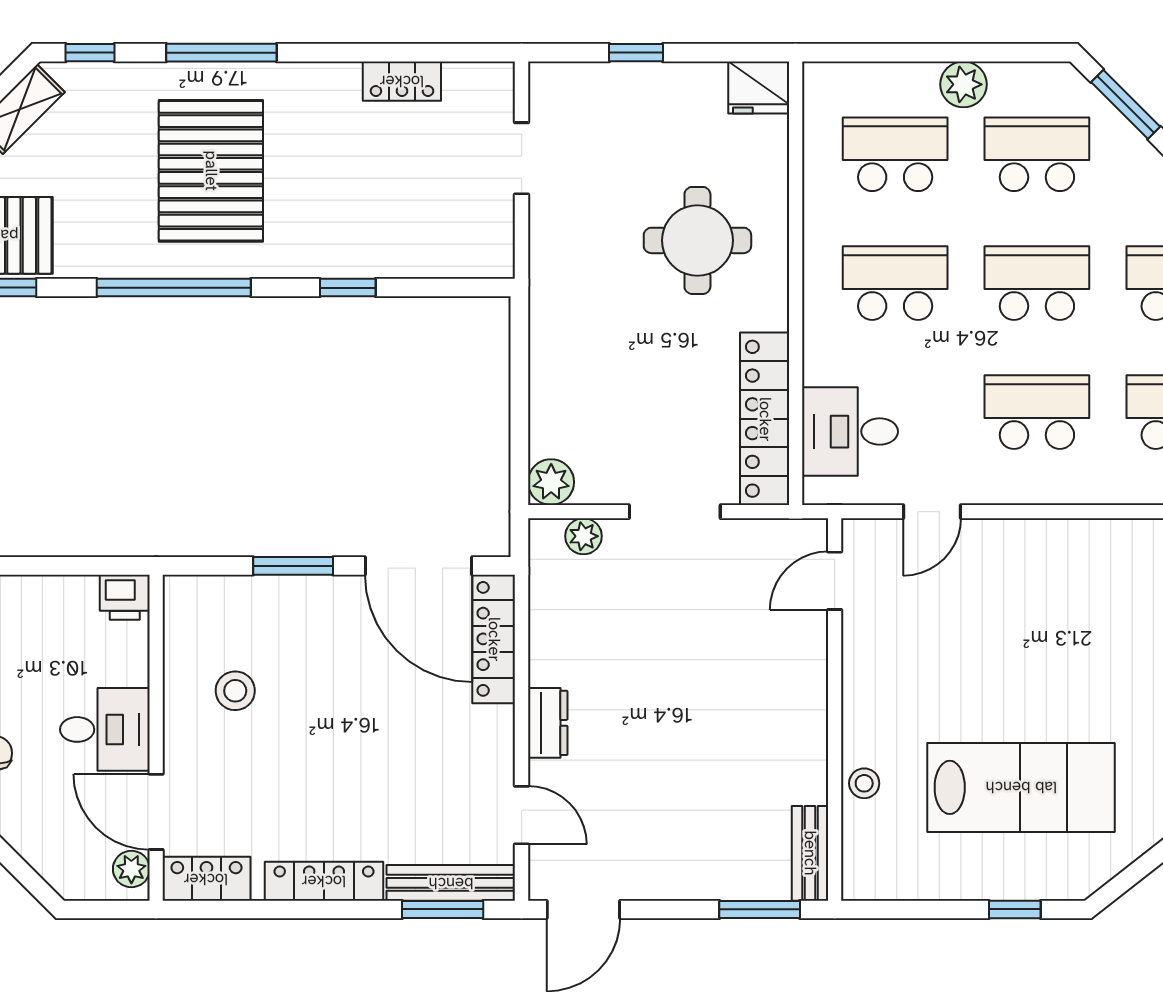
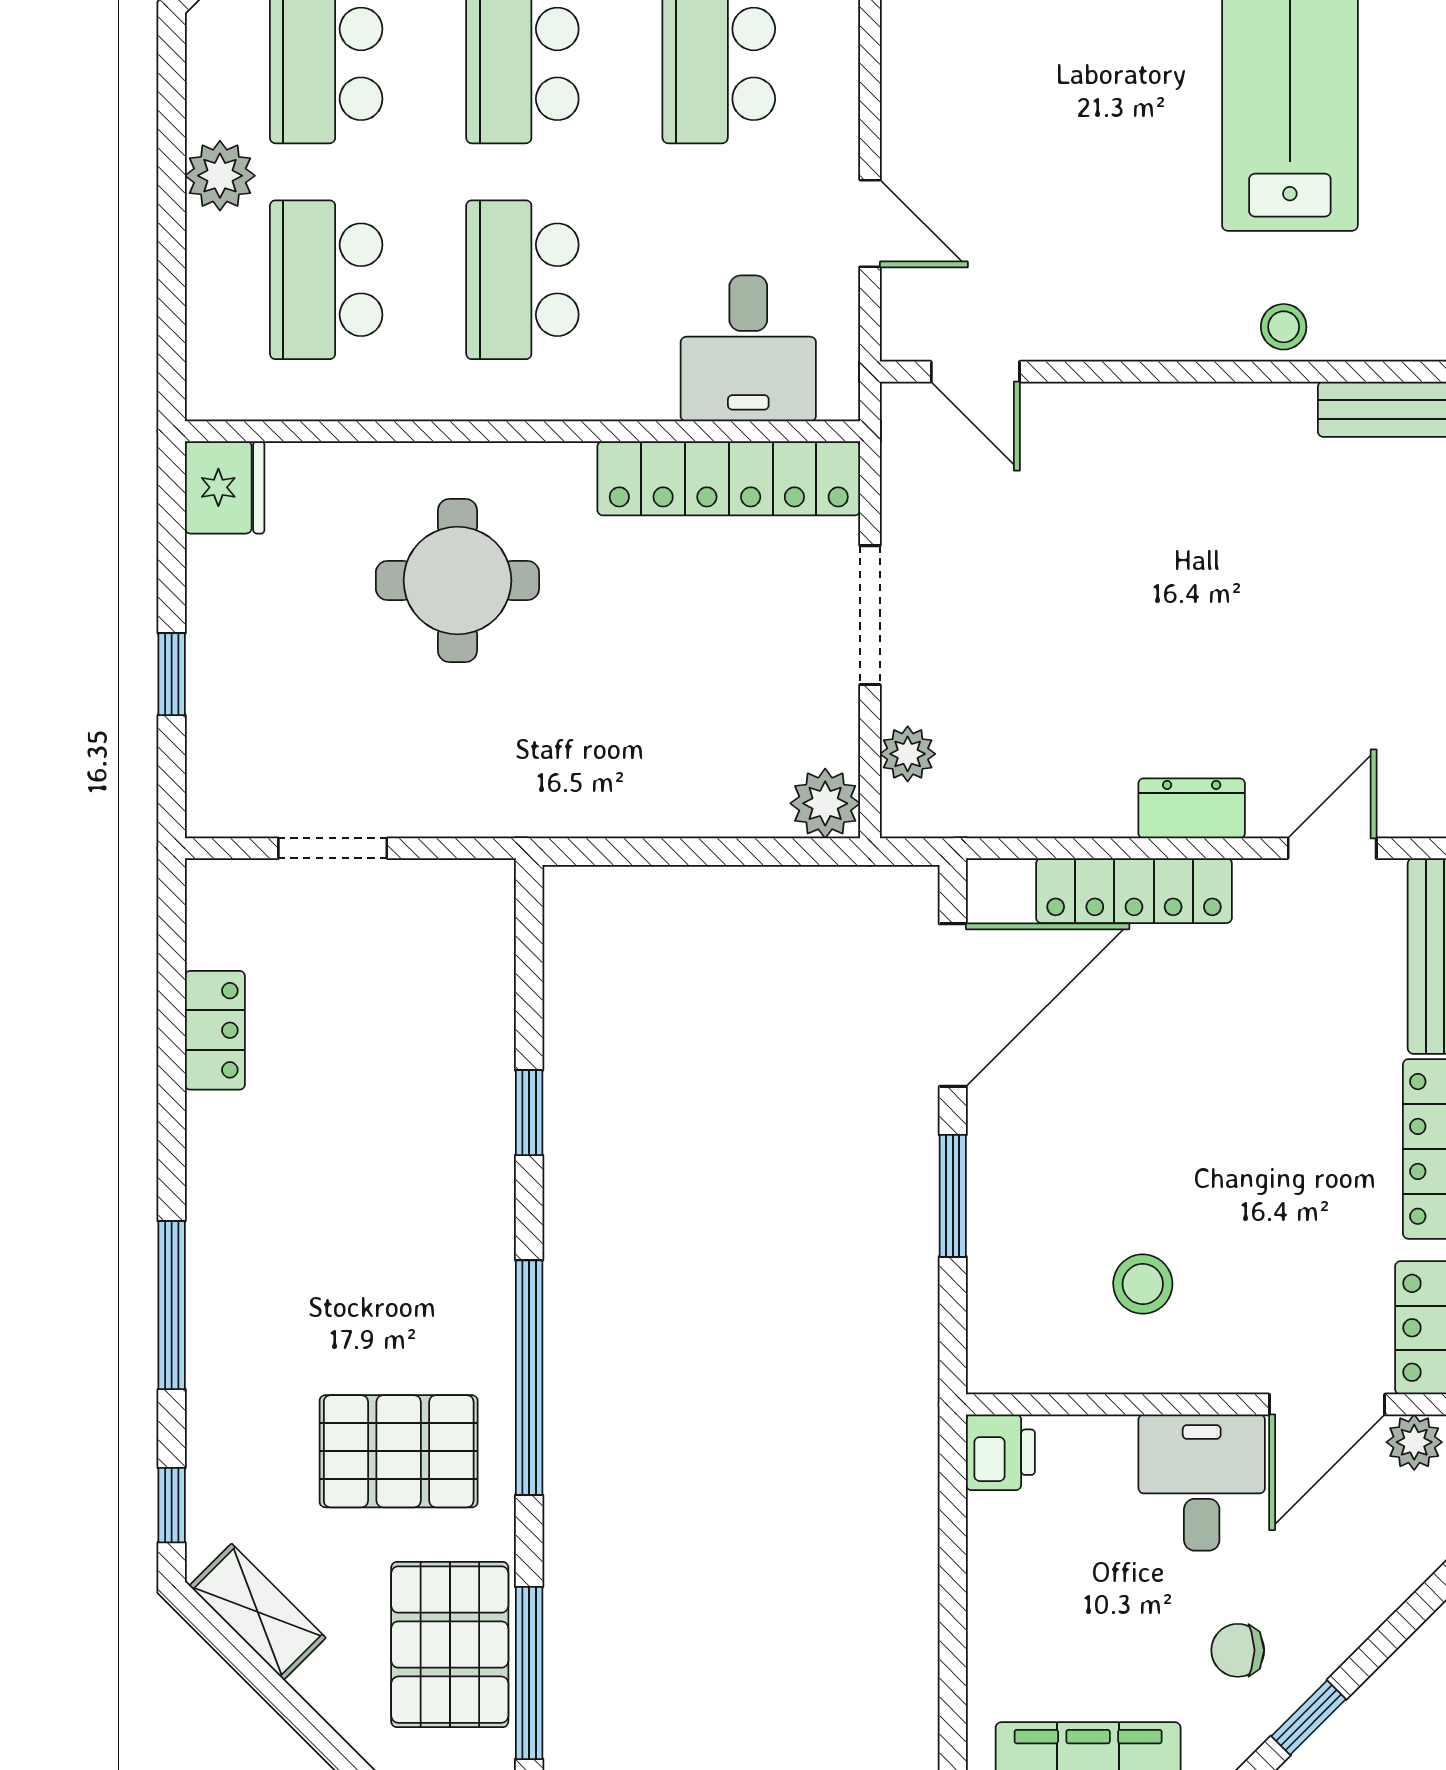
pallet: (211, 171) -> (399, 1451), moved, width x0.73, depth x0.71
locker: (494, 639) -> (1134, 891), moved

